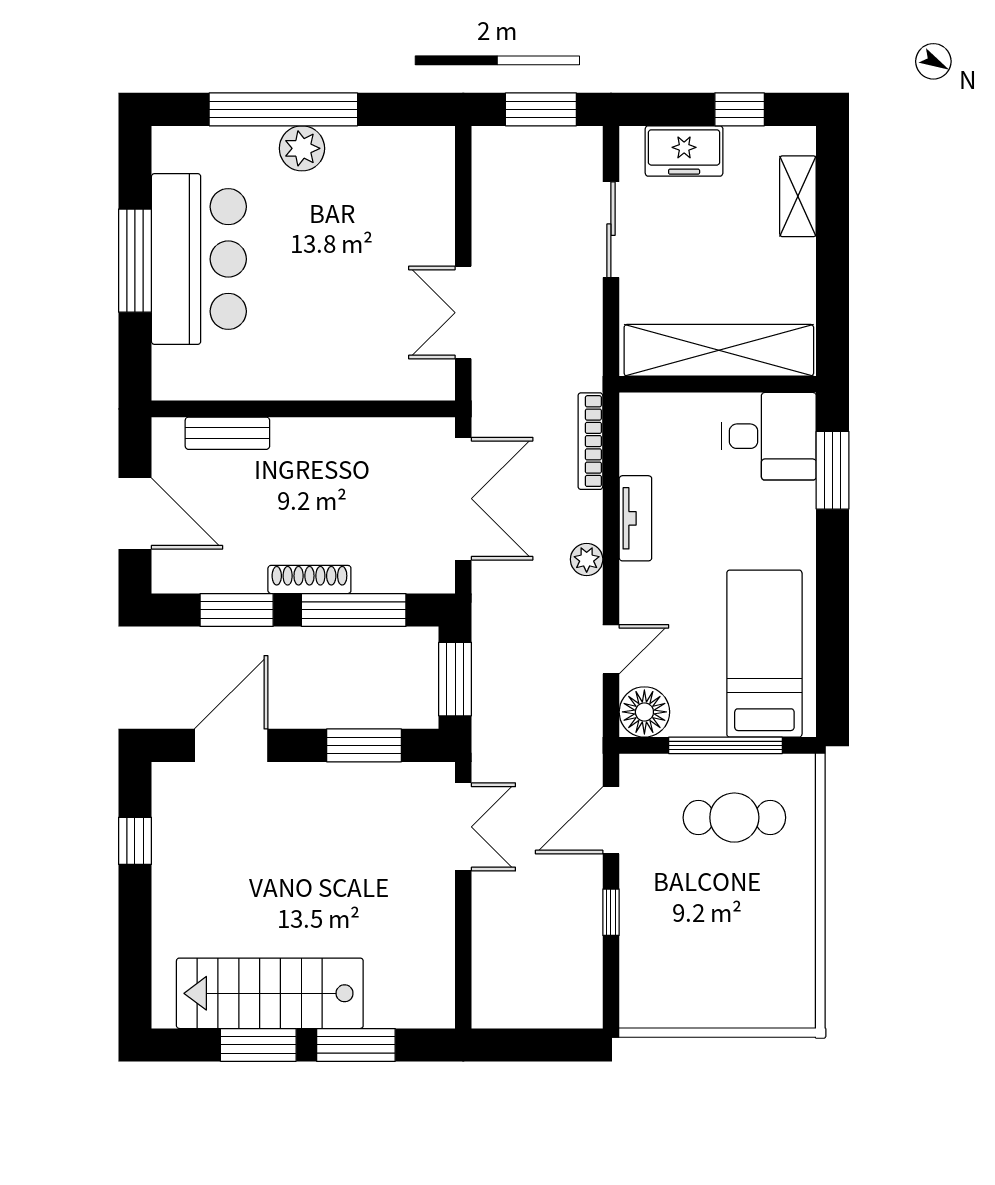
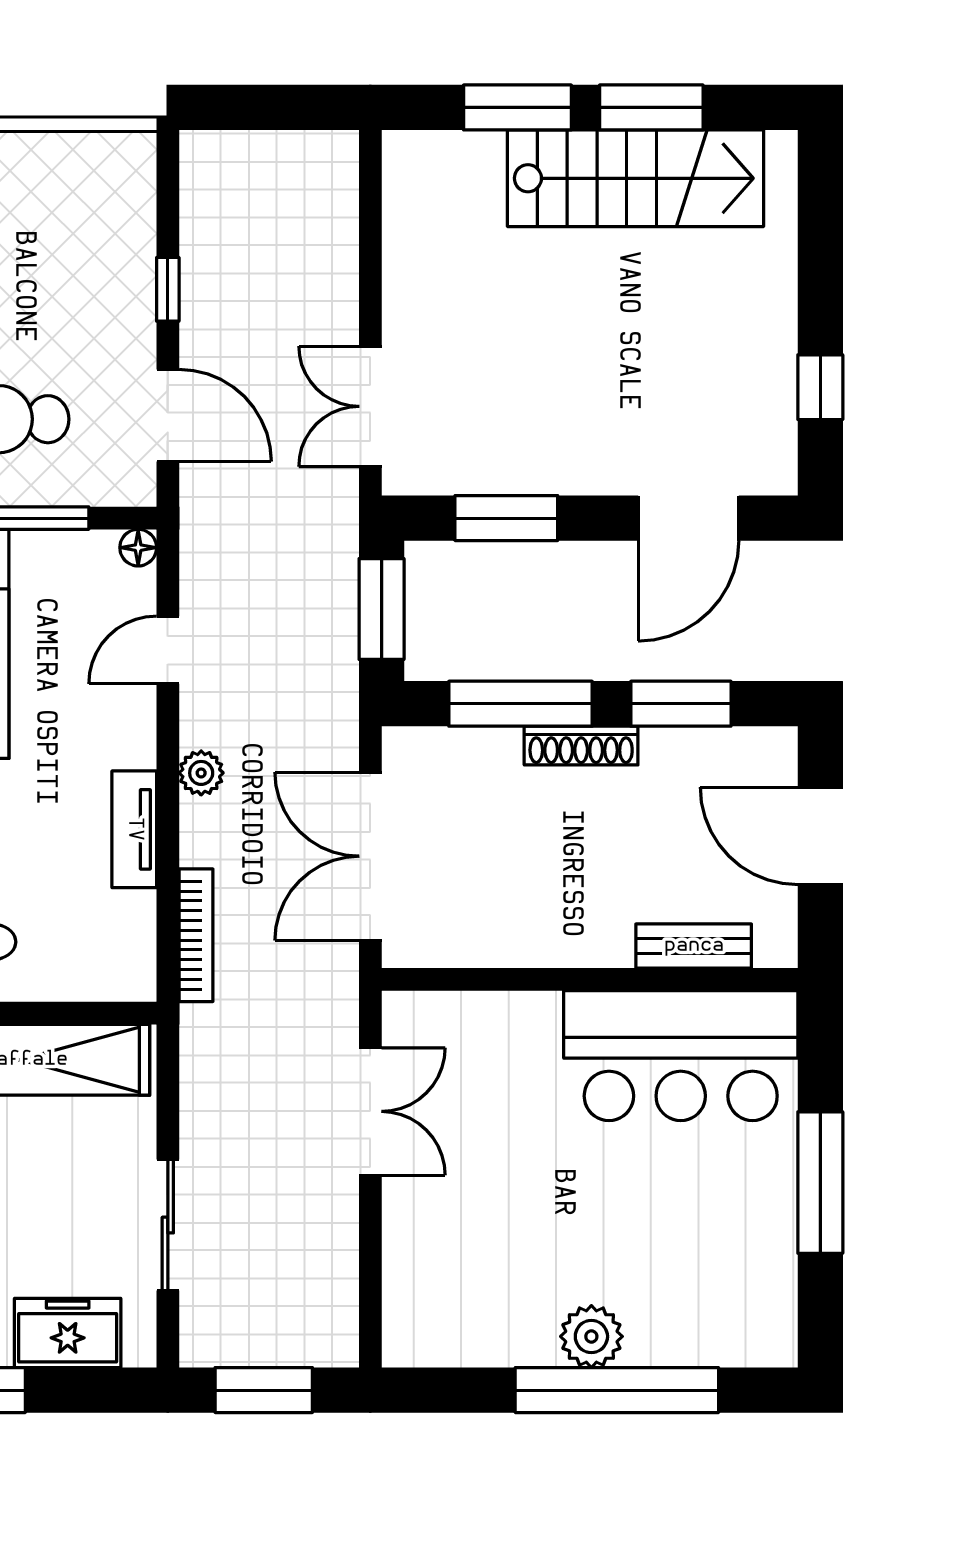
bar counter: (199, 259) -> (681, 1056), moved, turned -90
floor lamp: (644, 712) -> (138, 548), width x0.53, depth x0.53
door: (611, 820) -> (168, 416), hinge flipped

